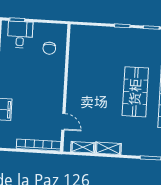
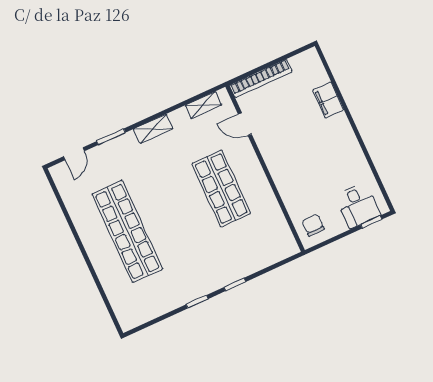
chair: (49, 48) -> (313, 225), moved
shop shelf: (135, 92) -> (221, 189), moved
shelving: (108, 148) -> (153, 129), moved

